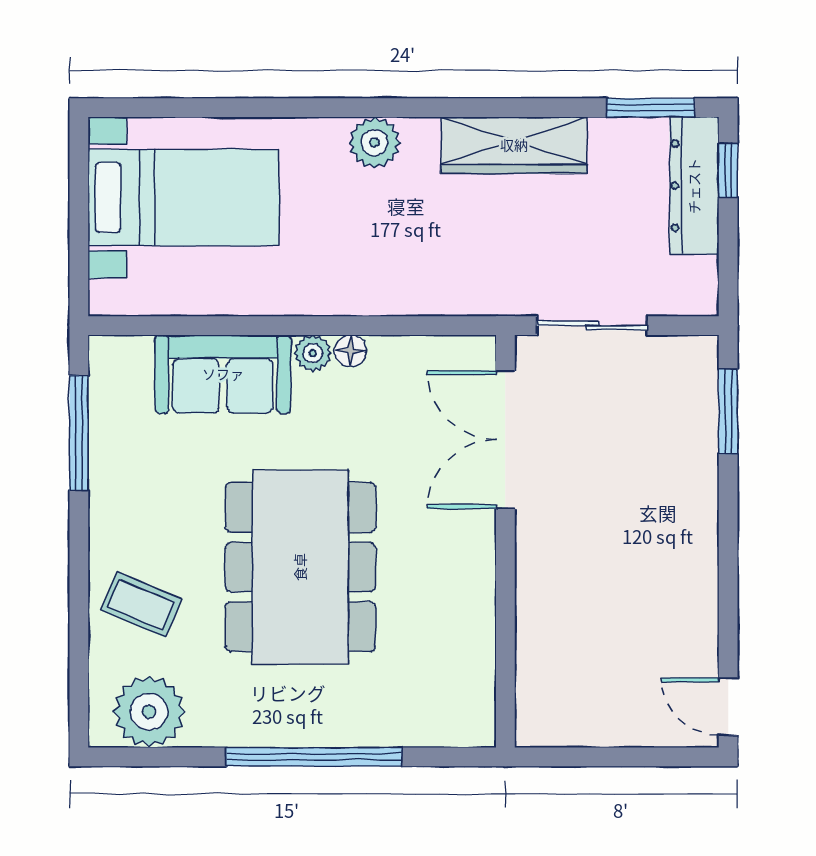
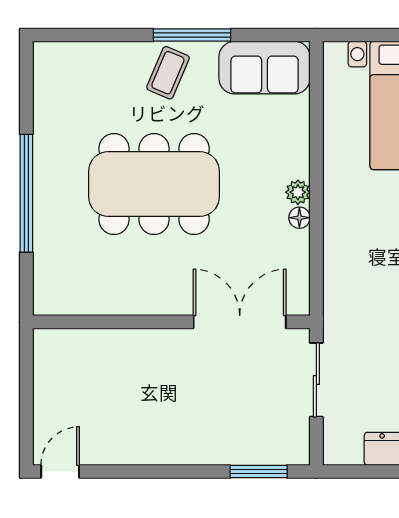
sofa: (223, 374) -> (265, 68), moved, turned -90
window: (79, 433) -> (192, 35), moved
coffee table: (141, 605) -> (168, 73), moved
plant: (149, 712) -> (57, 82), removed

